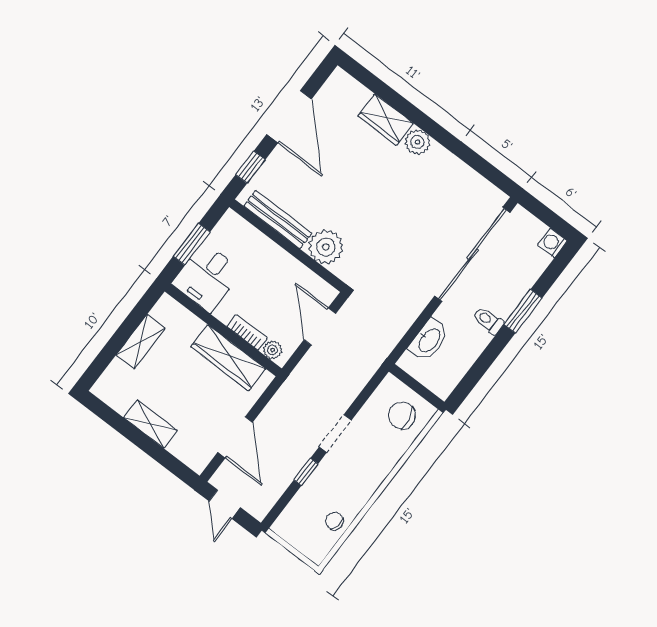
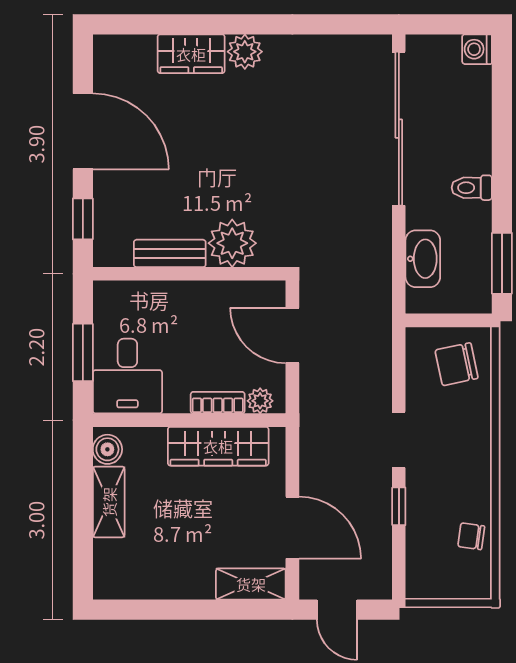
bench: (278, 220) -> (170, 253), width x0.73
boiler: (163, 311) -> (107, 449), added
window: (523, 311) -> (502, 263), moved
shelving: (150, 424) -> (251, 584), moved

